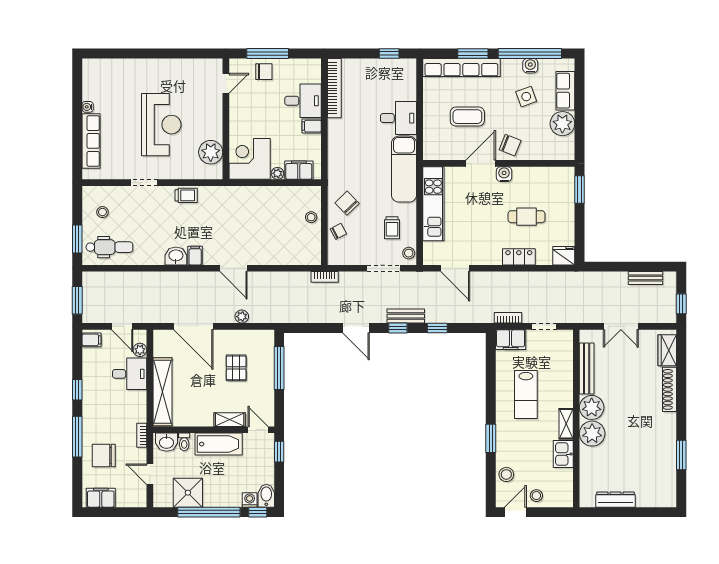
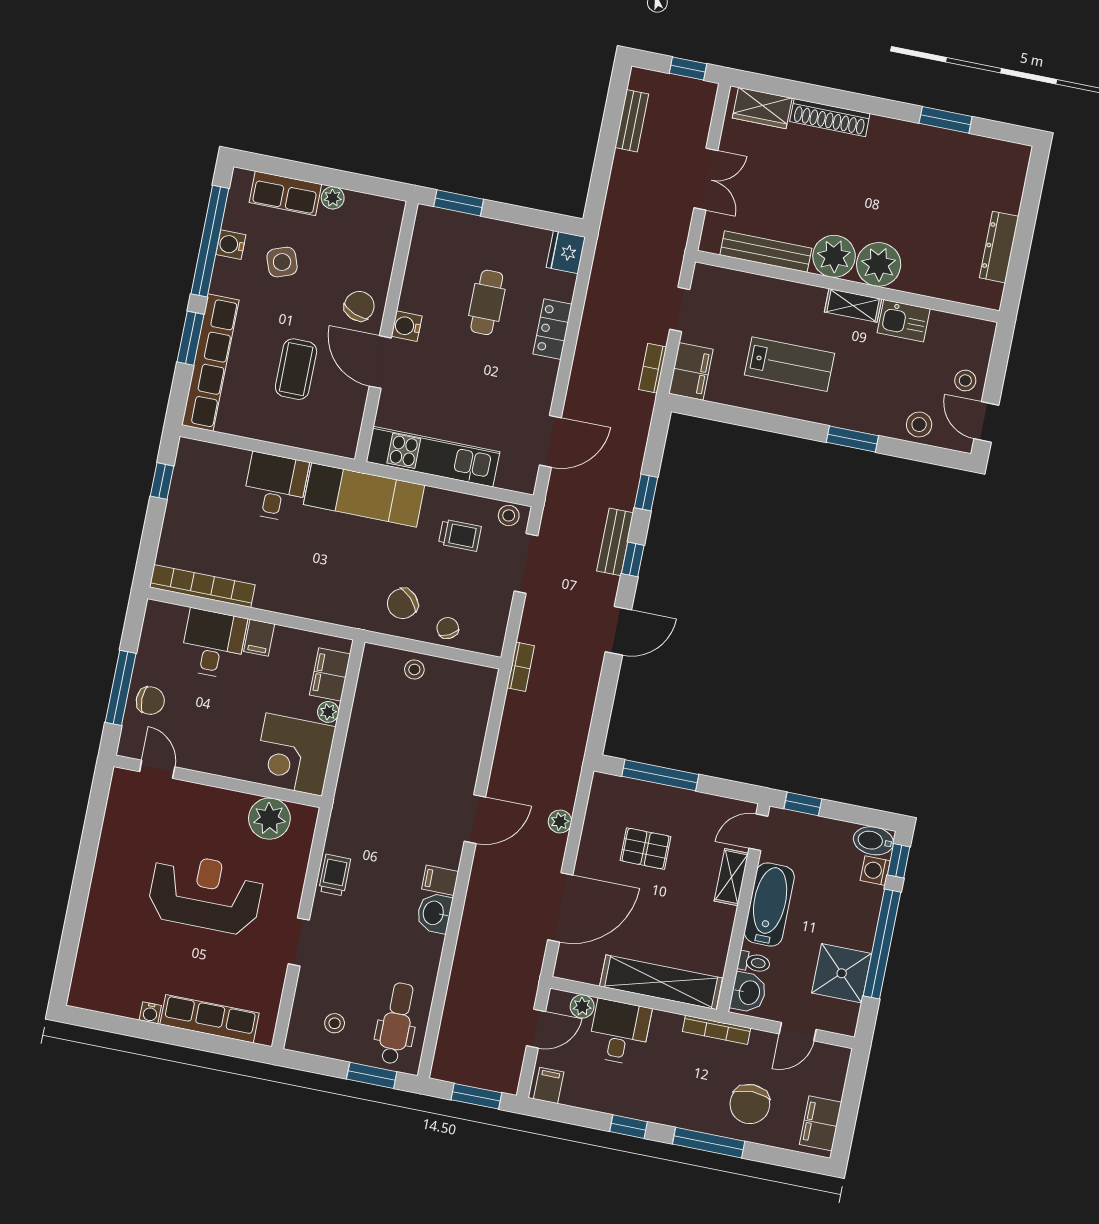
chair: (264, 72) -> (150, 701), turned 90
plant: (562, 124) -> (333, 198), width x0.53, depth x0.53
bookcase: (142, 435) -> (717, 1030), width x1.56

